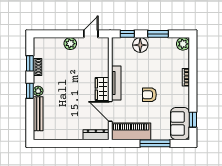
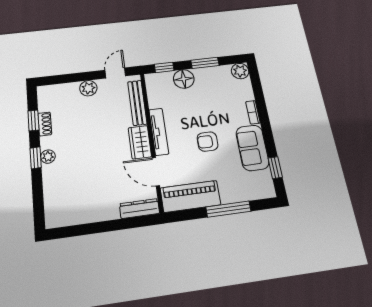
bench: (38, 114) -> (137, 103), moved
sofa: (180, 124) -> (252, 148), moved

